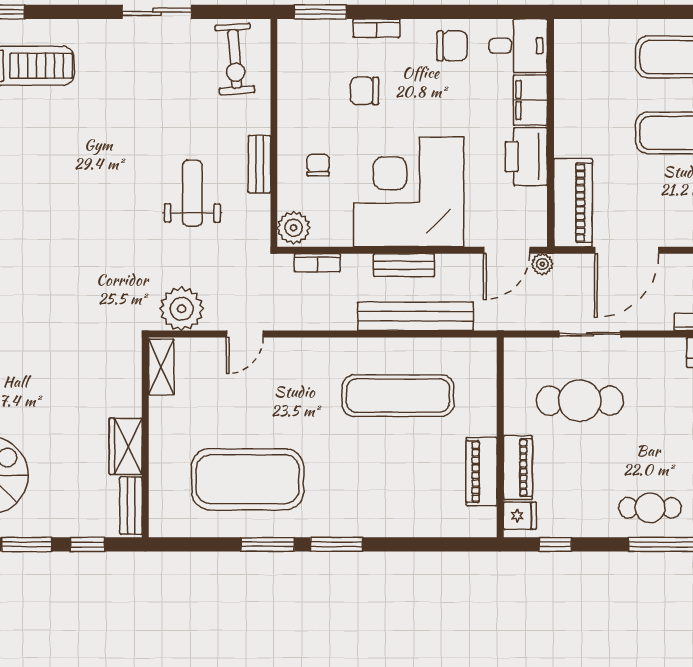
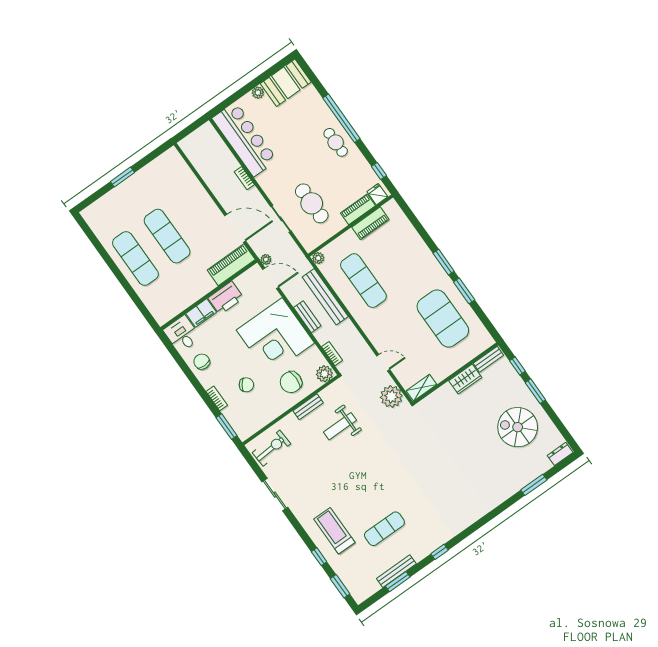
chair: (365, 91) -> (246, 385), turned -54
chair: (318, 165) -> (291, 382), width x1.87, depth x1.87
plant: (485, 349) -> (318, 258), added

